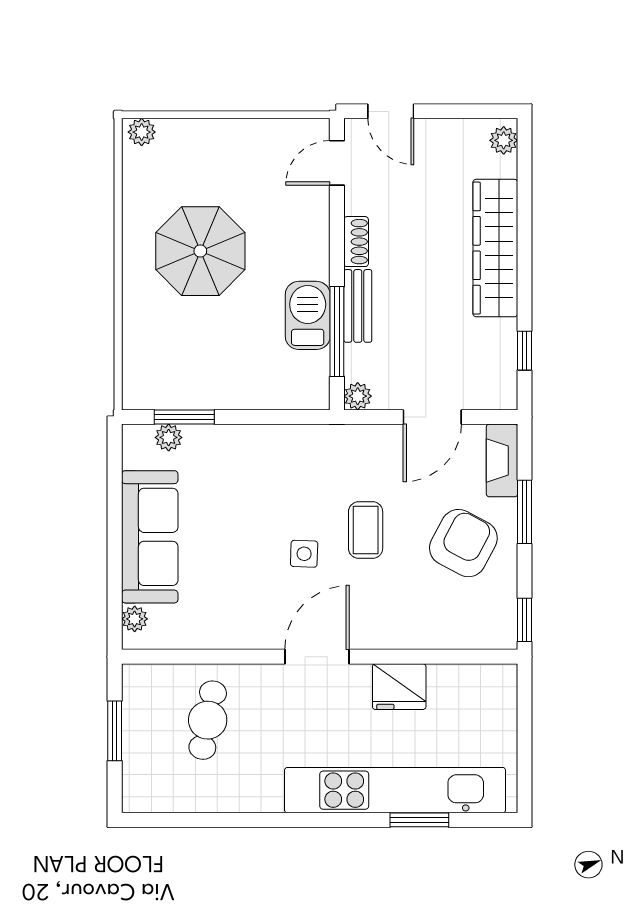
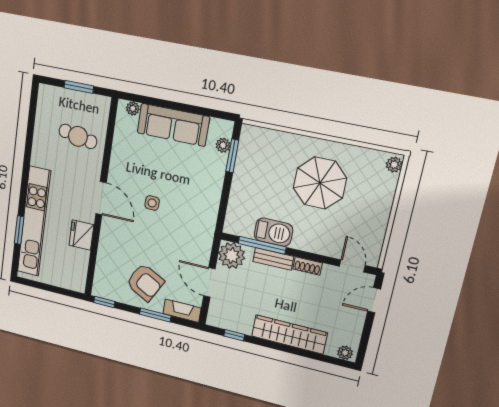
plant: (358, 396) -> (232, 256), width x1.88, depth x1.88
coffee table: (366, 530) -> (159, 236), removed

